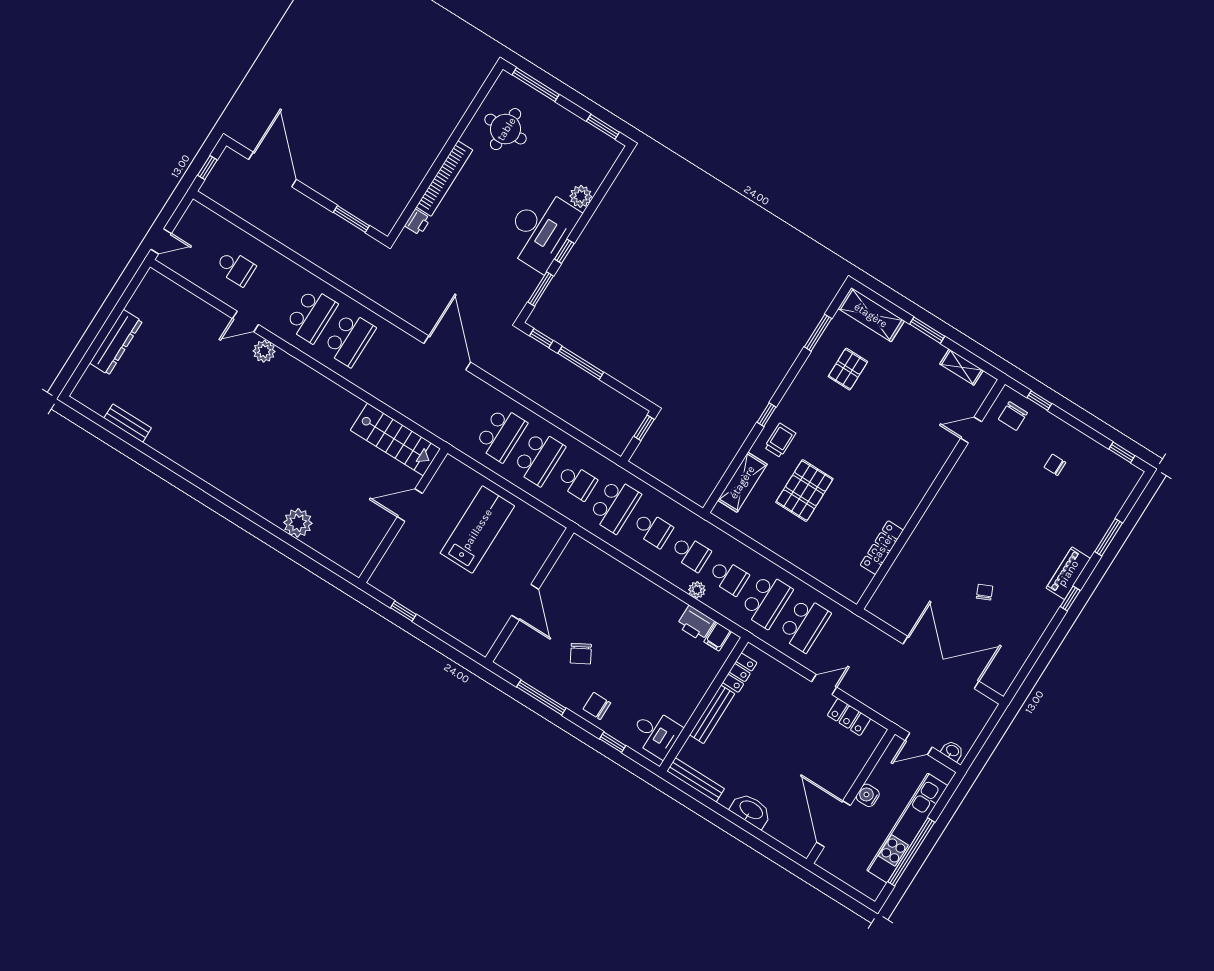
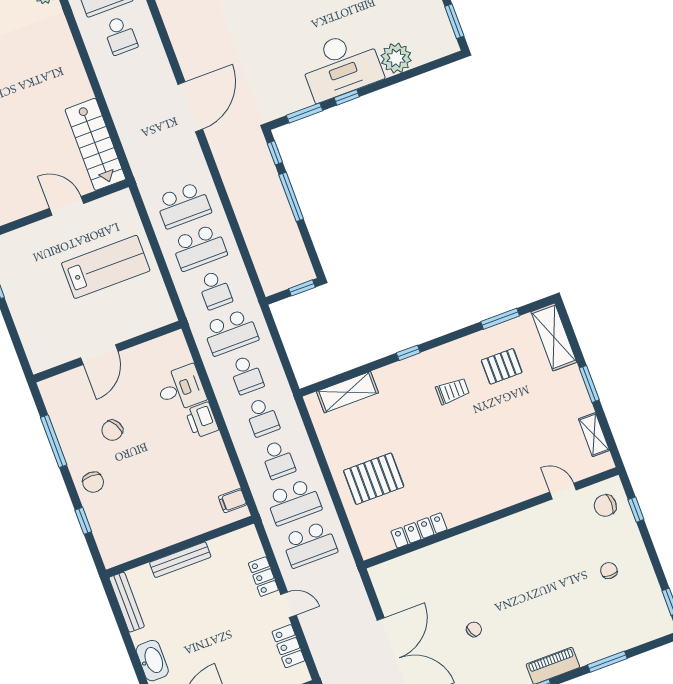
plant: (581, 196) -> (396, 58), width x1.36, depth x1.36
school desk: (349, 339) -> (120, 35), width x0.54
trolley: (780, 440) -> (452, 391), moved
pallet: (804, 491) -> (374, 479), moved
plant: (697, 590) -> (245, 451), removed
printer: (695, 623) -> (202, 420), moved
locker: (740, 673) -> (263, 577), moved, turned 90
chair: (597, 706) -> (93, 482), turned 180
desk: (656, 733) -> (181, 389), moved, turned -90

